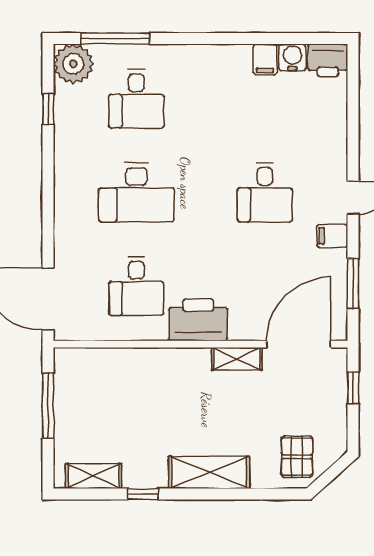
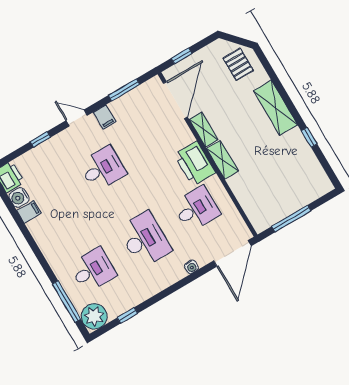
window: (353, 132) -> (40, 139), added
water cooler: (63, 233) -> (191, 267), added
door: (299, 344) -> (175, 100), swing flipped
pallet: (297, 457) -> (238, 64), turned 90
shelving: (94, 476) -> (222, 160), moved

